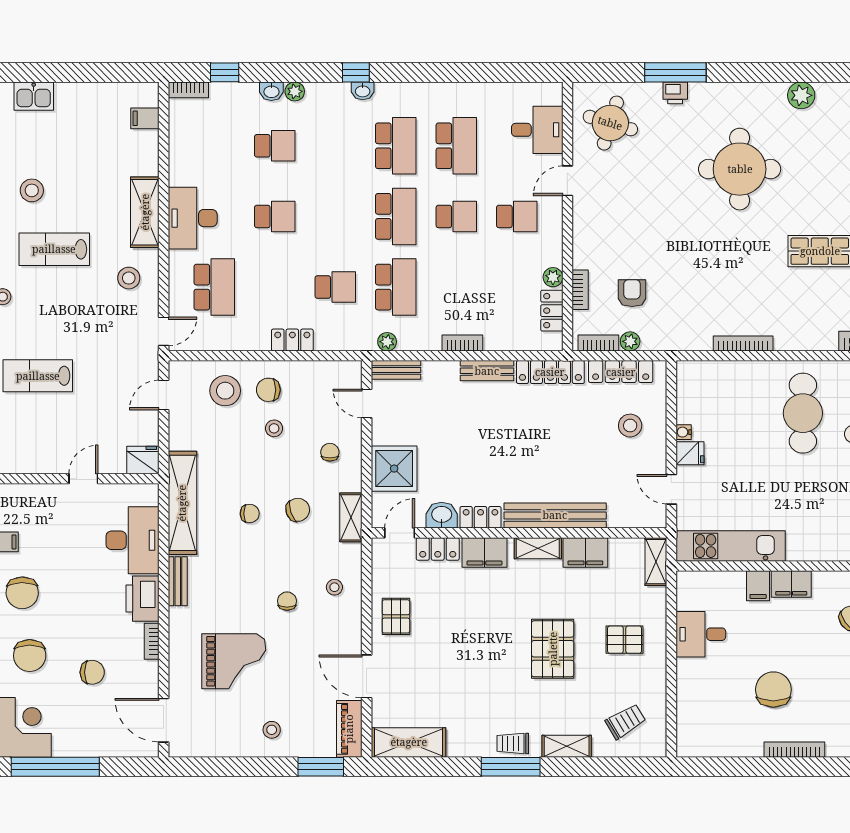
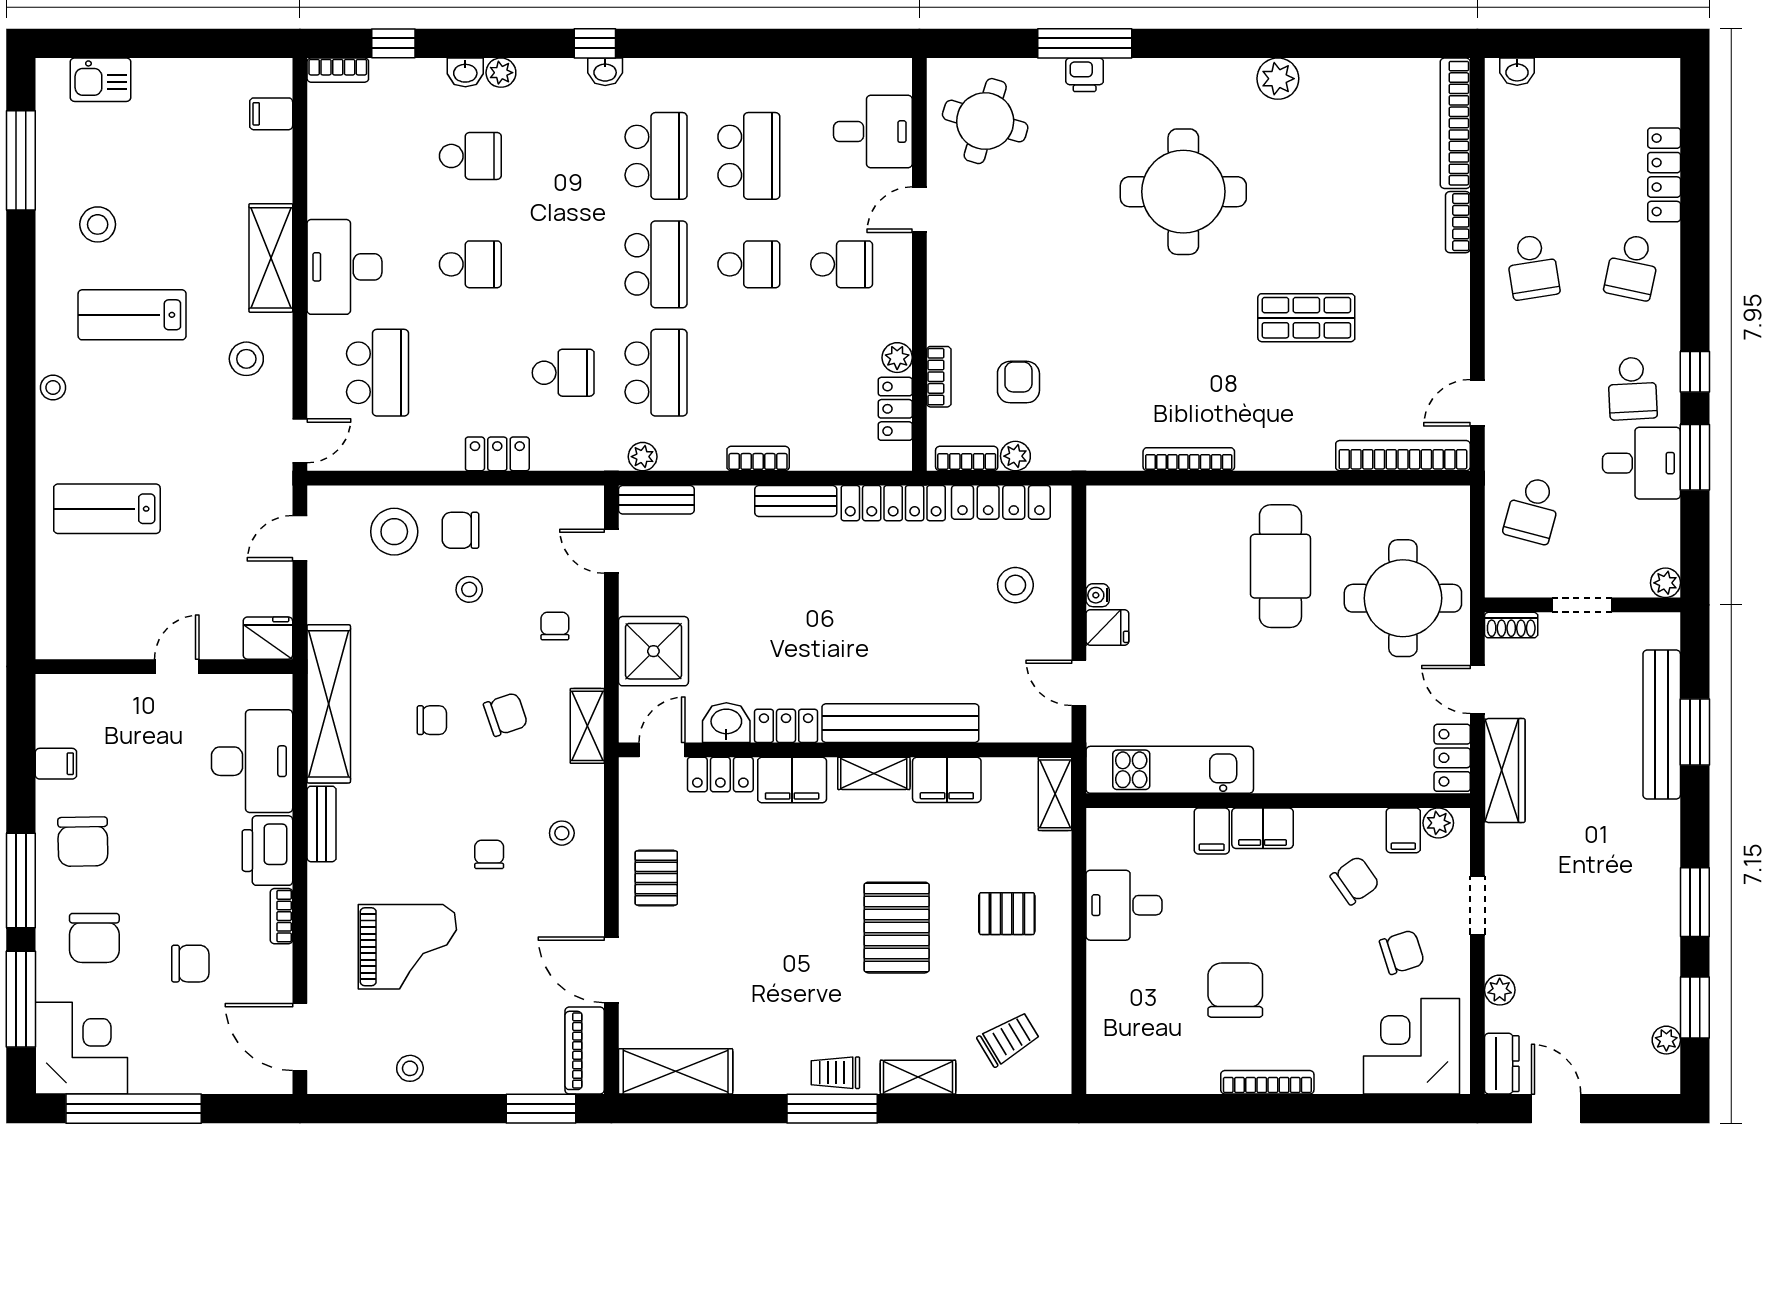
stool: (272, 730) -> (410, 1068), moved

